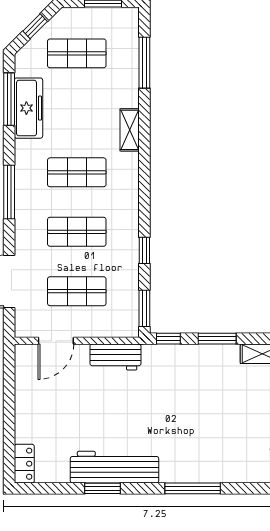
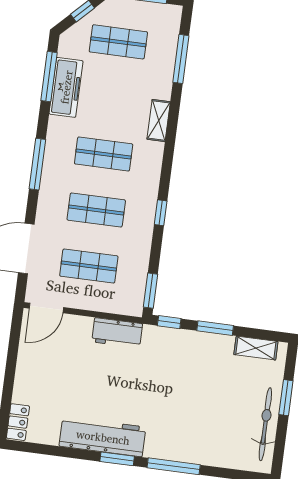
window: (144, 250) -> (161, 213), moved
door: (56, 341) -> (46, 308), moved
window: (103, 488) -> (117, 459), moved

